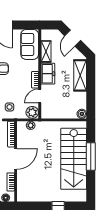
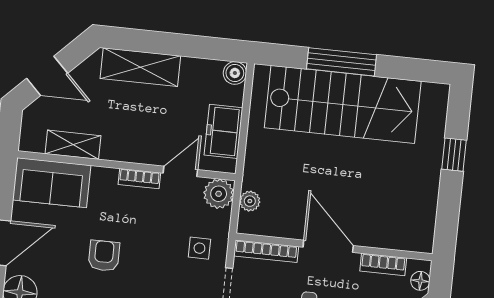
freezer: (48, 74) -> (223, 131), moved, turned -90
door: (40, 96) -> (180, 171), swing flipped

